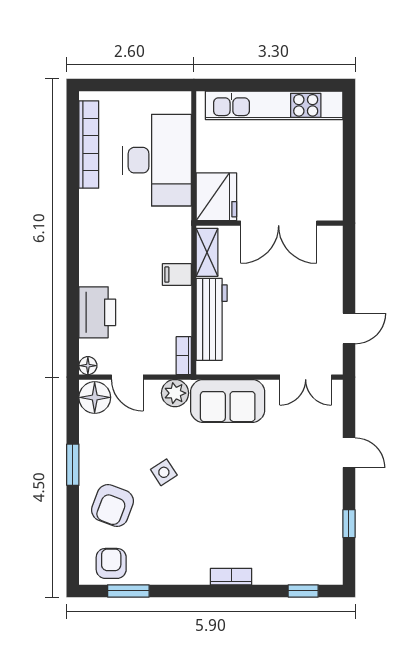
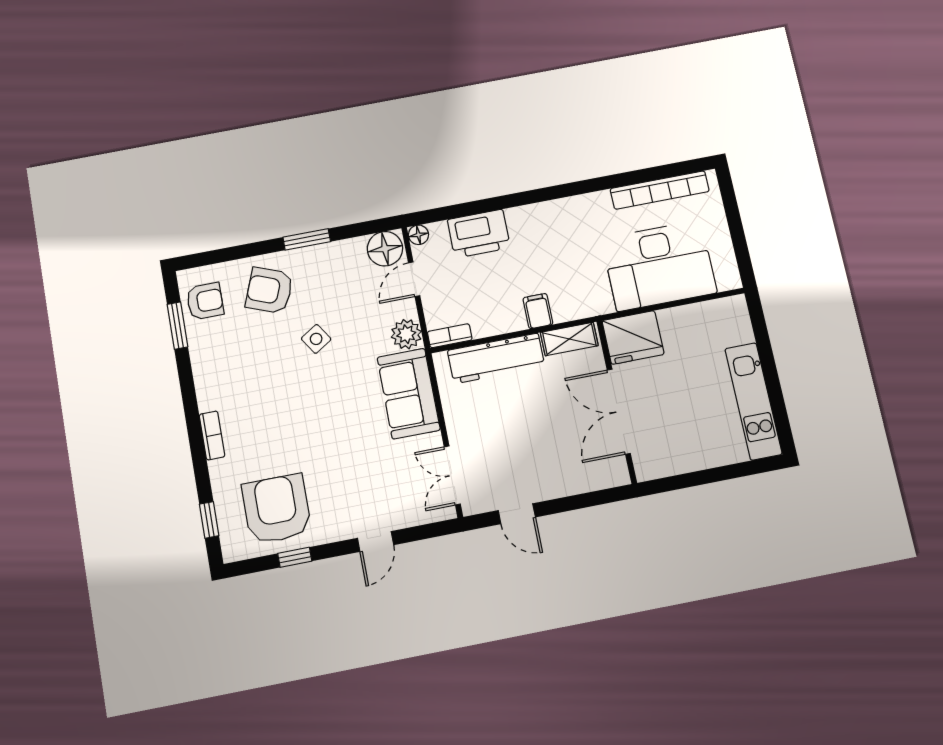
kitchen unit: (274, 105) -> (753, 401), width x0.73
armchair: (305, 532) -> (277, 509), added

